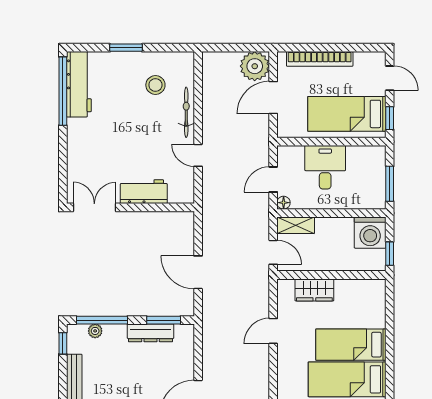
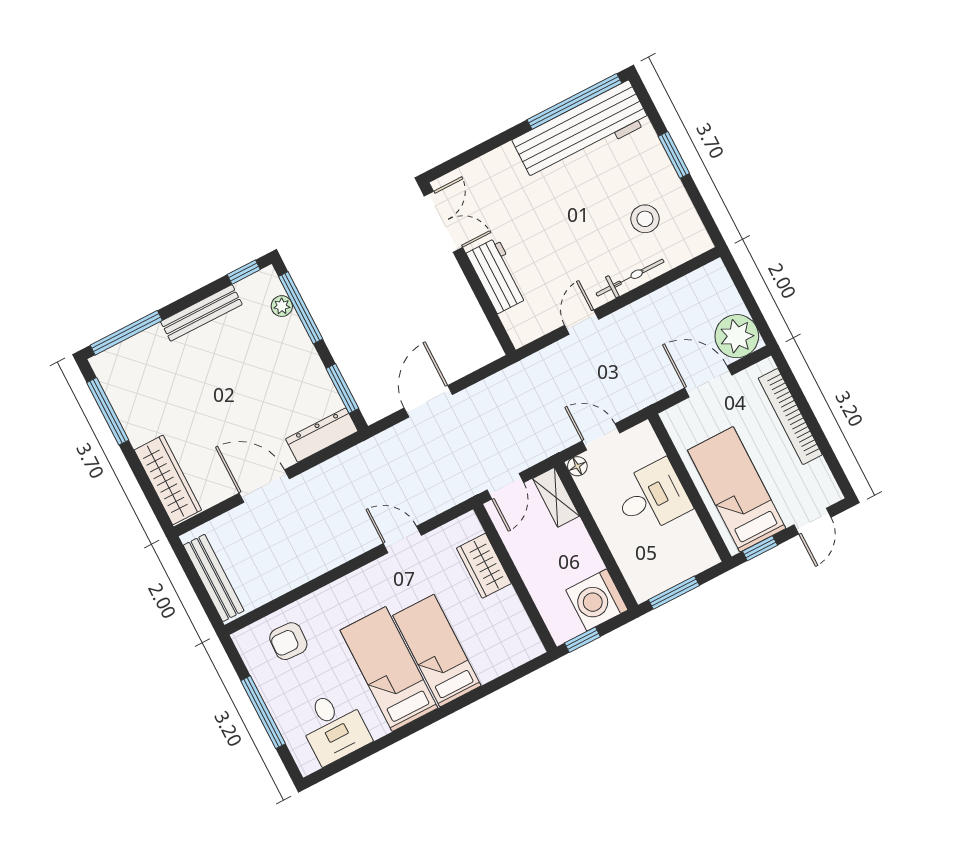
workbench: (79, 84) -> (581, 131), width x1.36, depth x1.32
dresser: (150, 333) -> (322, 435), moved, turned 90

